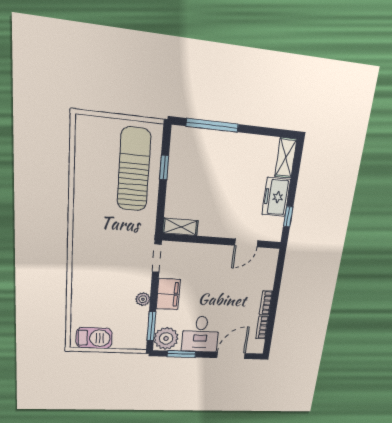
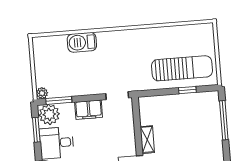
shelving: (180, 227) -> (147, 140), moved
plant: (143, 299) -> (42, 93), moved
barbecue: (94, 338) -> (82, 42), moved, turned 90

